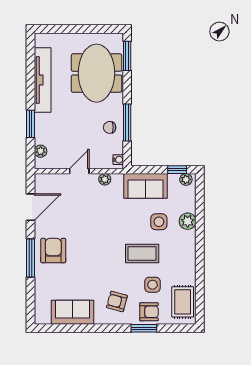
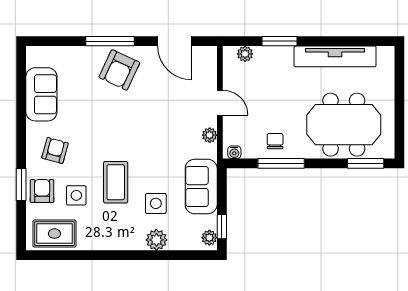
armchair: (53, 251) -> (119, 70), turned 115
armchair: (149, 312) -> (42, 191), turned 180

